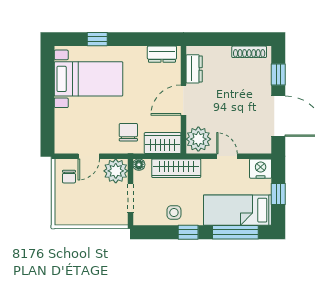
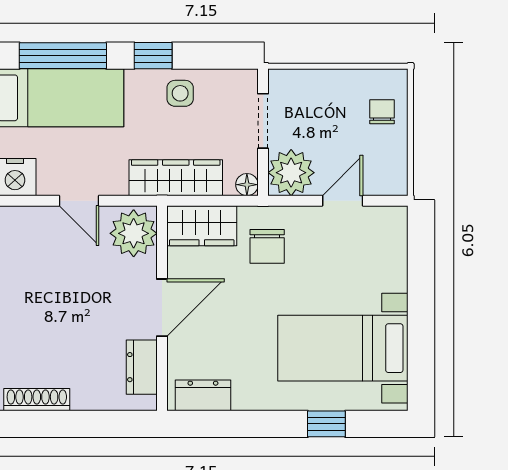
chair: (69, 177) -> (382, 112), moved

